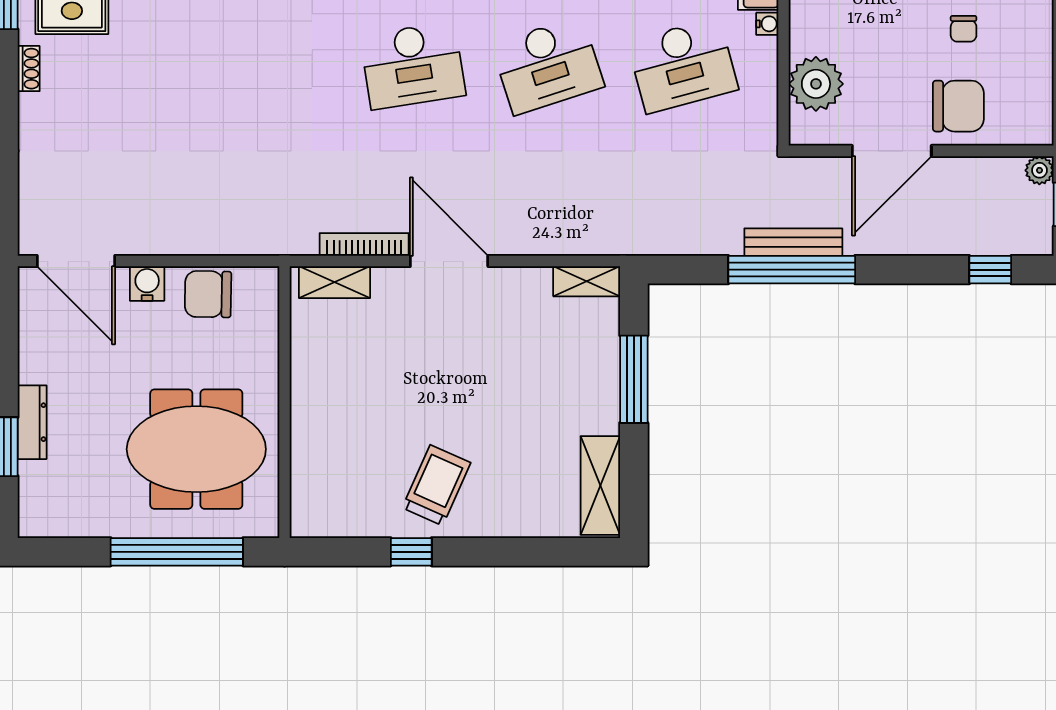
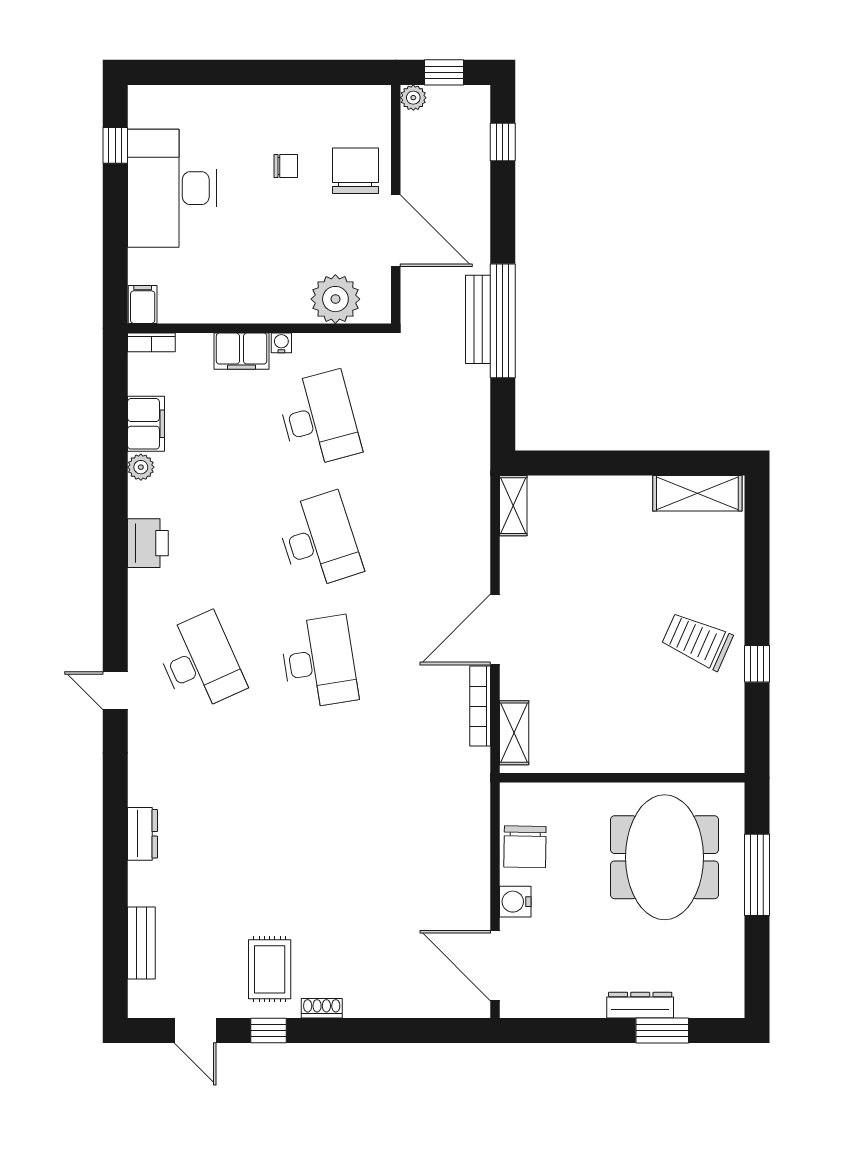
door: (76, 261) -> (495, 966), swing flipped
window: (634, 379) -> (602, 463), removed
window: (177, 552) -> (757, 875), width x0.68

